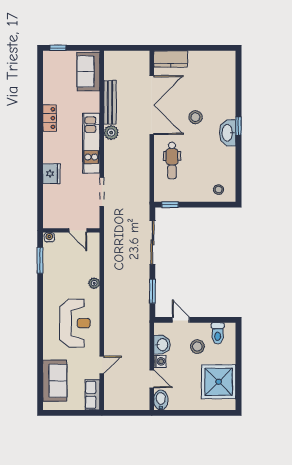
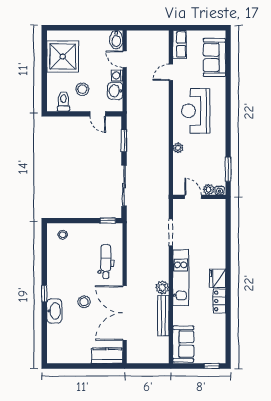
washbasin: (228, 133) -> (54, 311), moved
fridge: (51, 174) -> (218, 278), moved
plant: (61, 238) -> (209, 190), added

